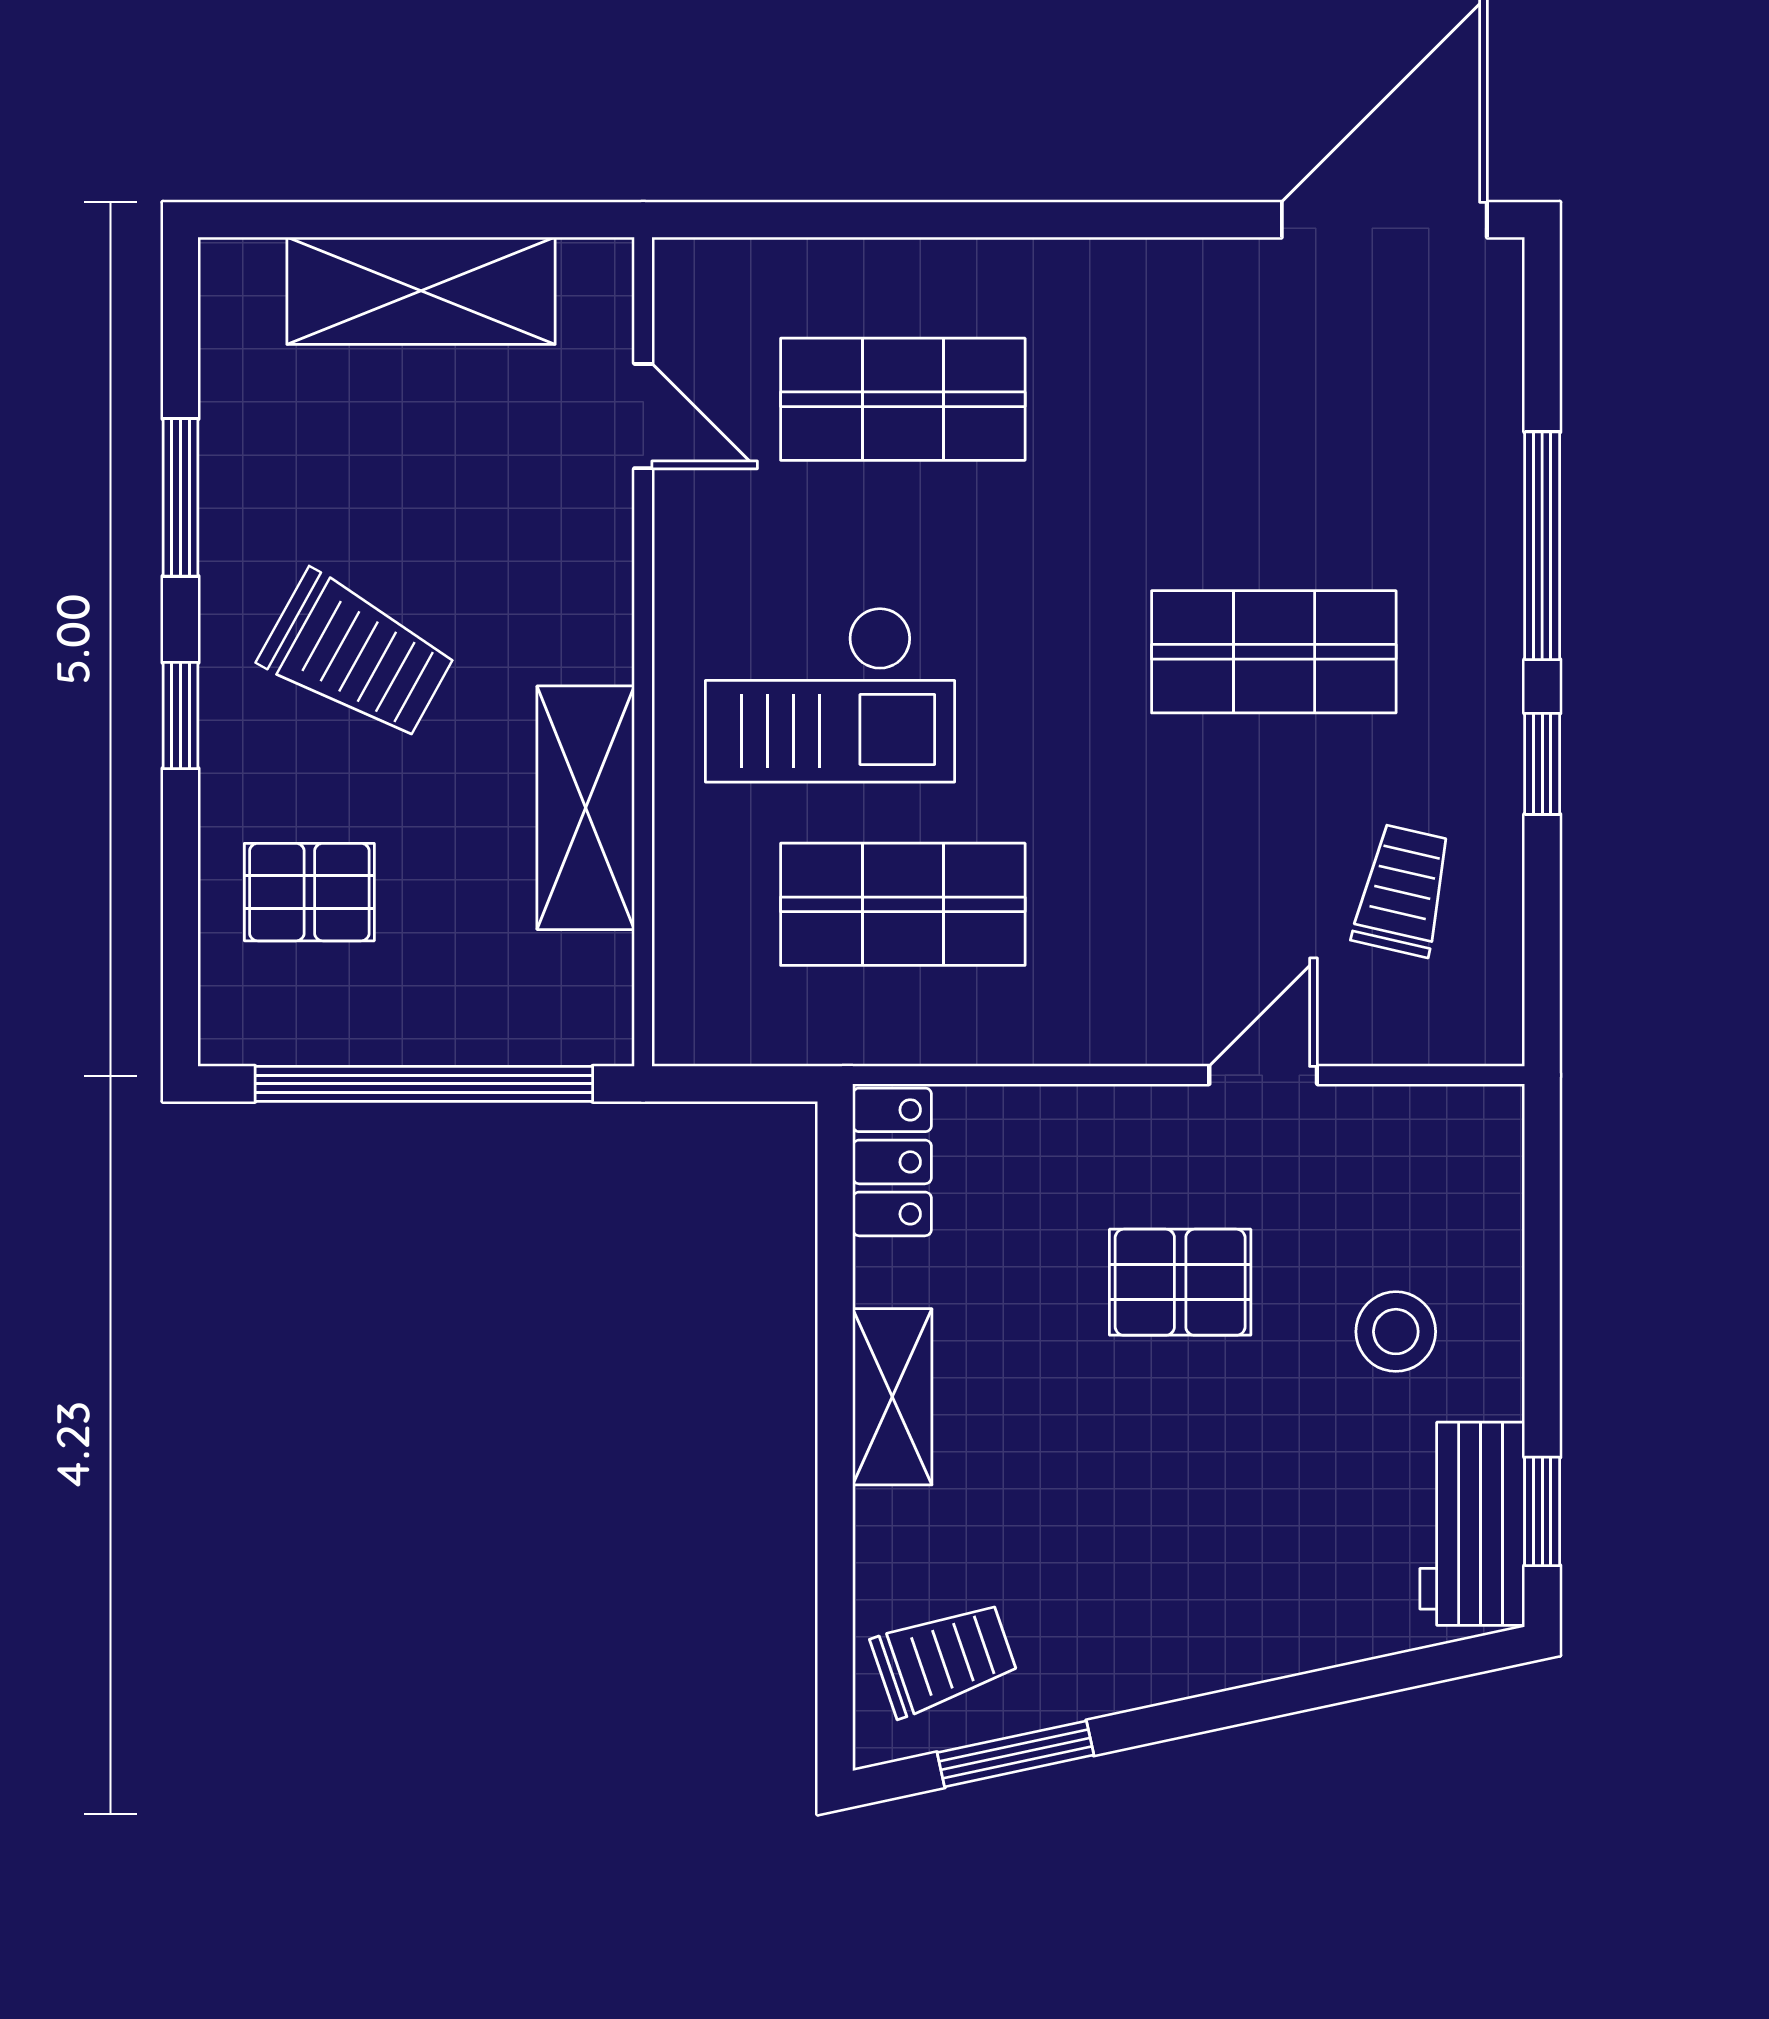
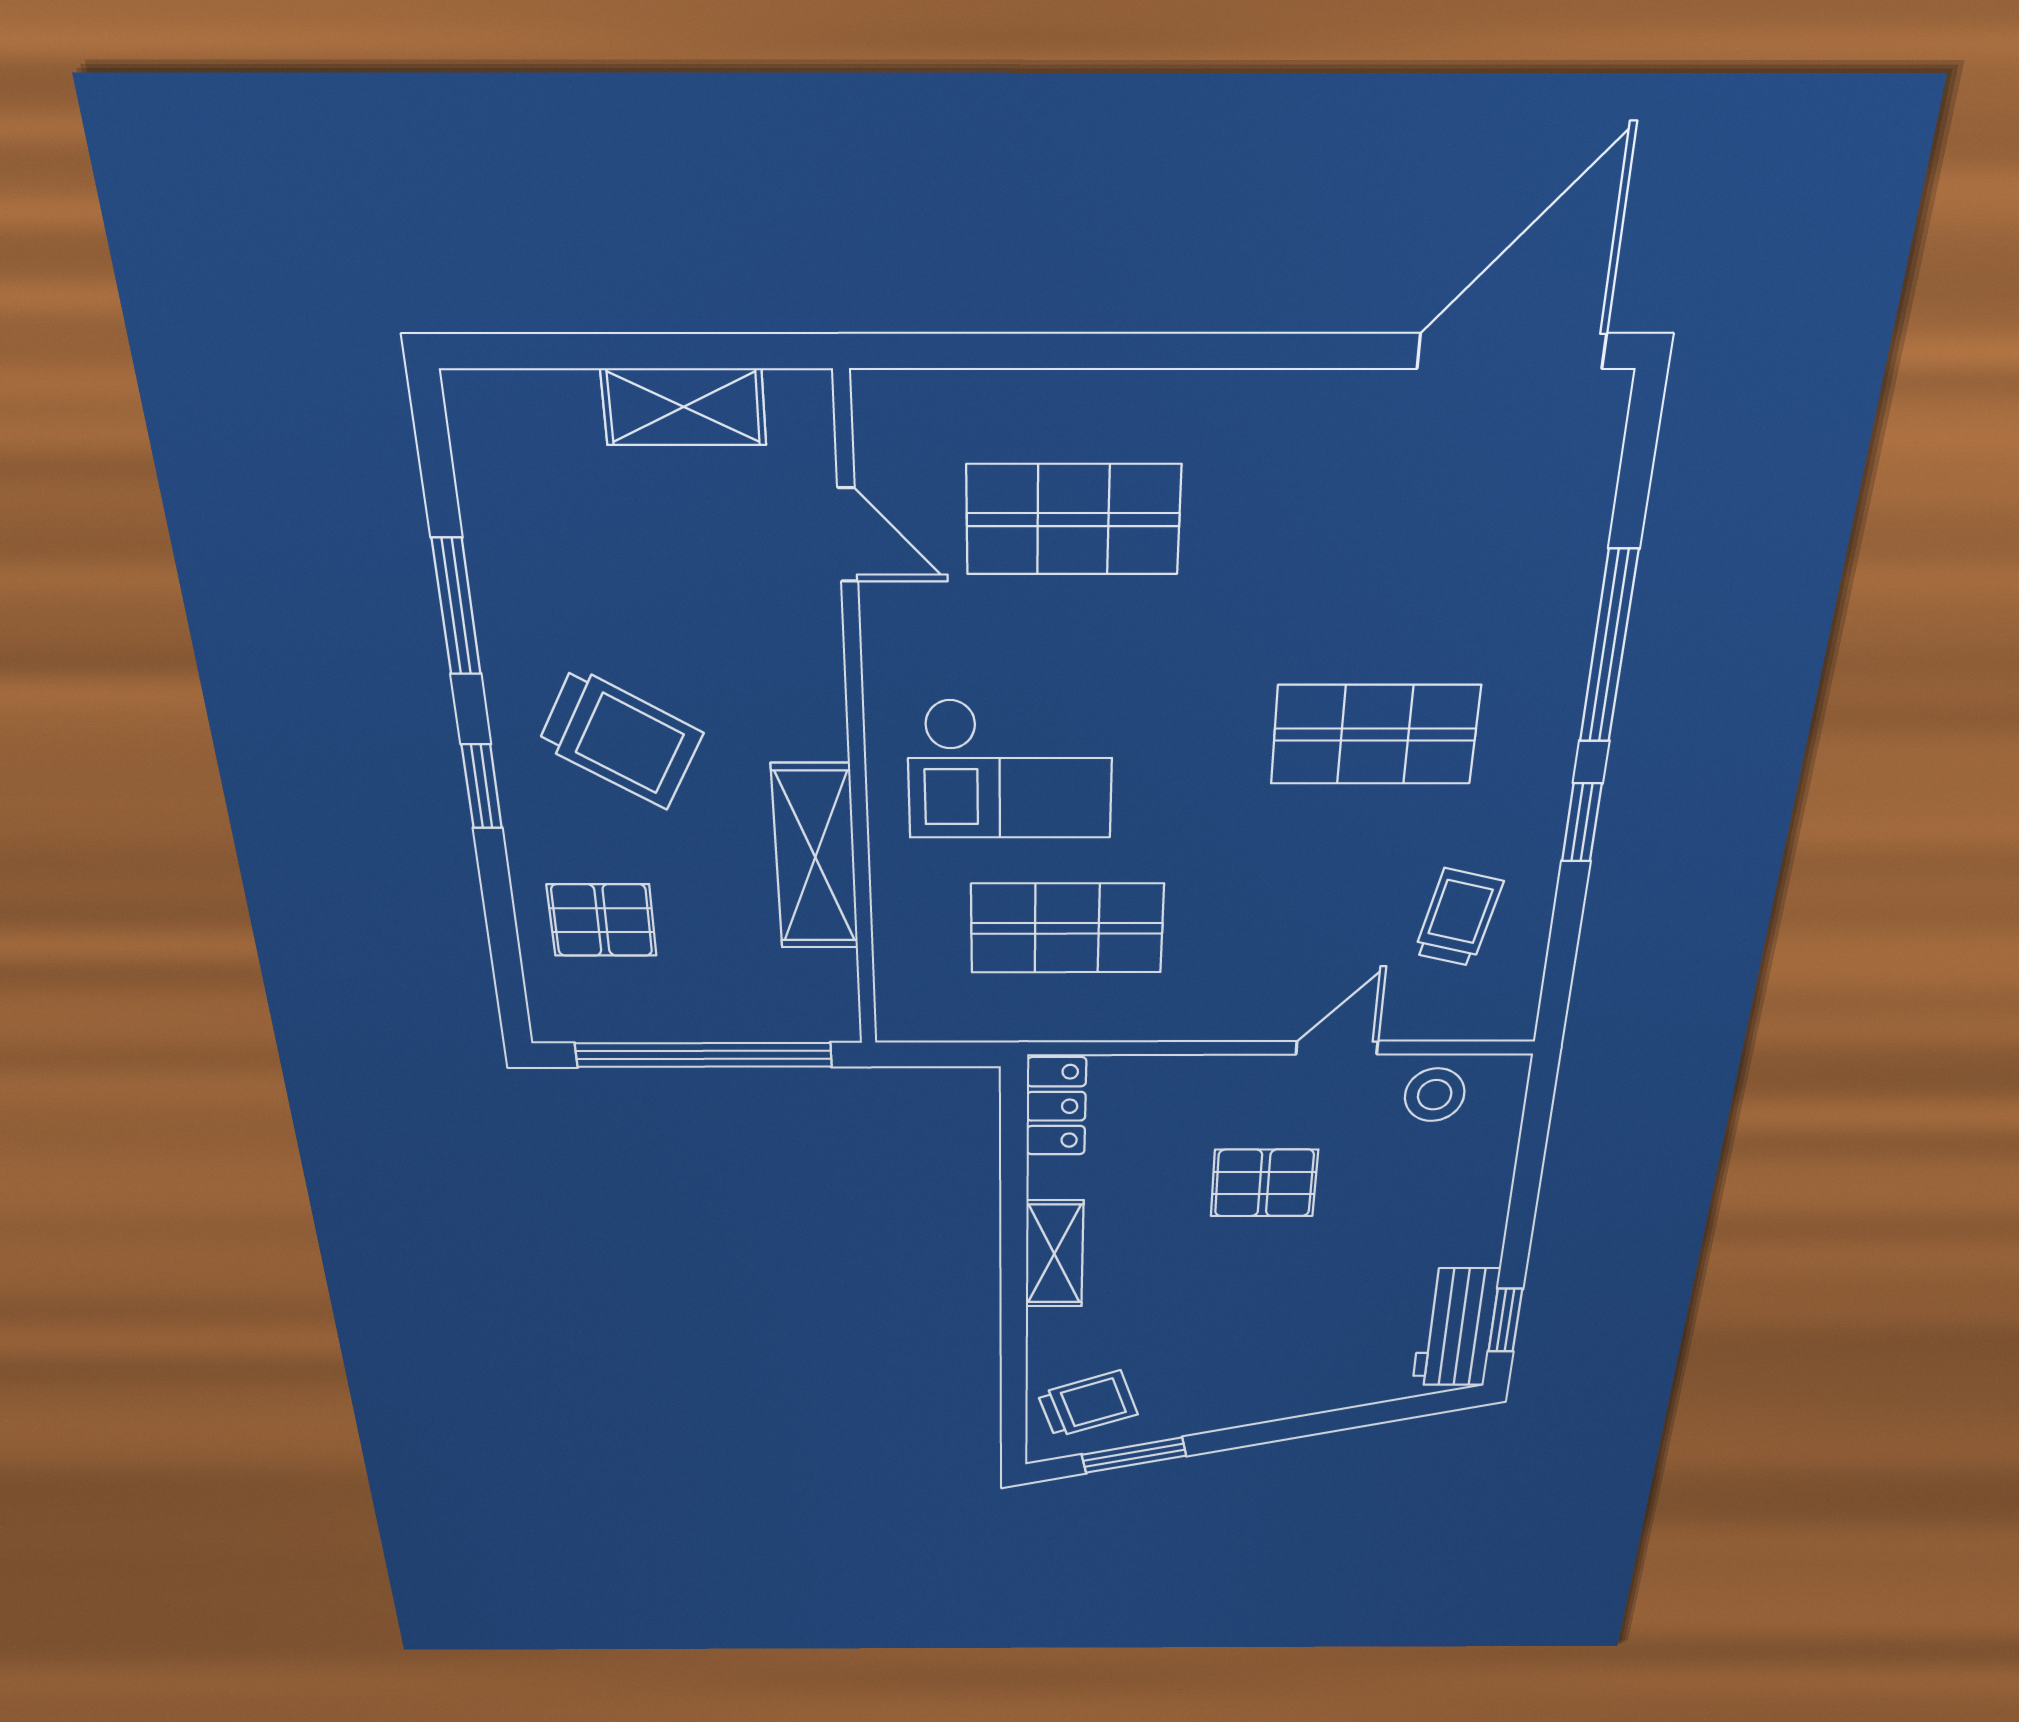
shelving: (421, 291) -> (684, 407), width x0.67, depth x0.75
stool: (1396, 1332) -> (1435, 1095), moved

